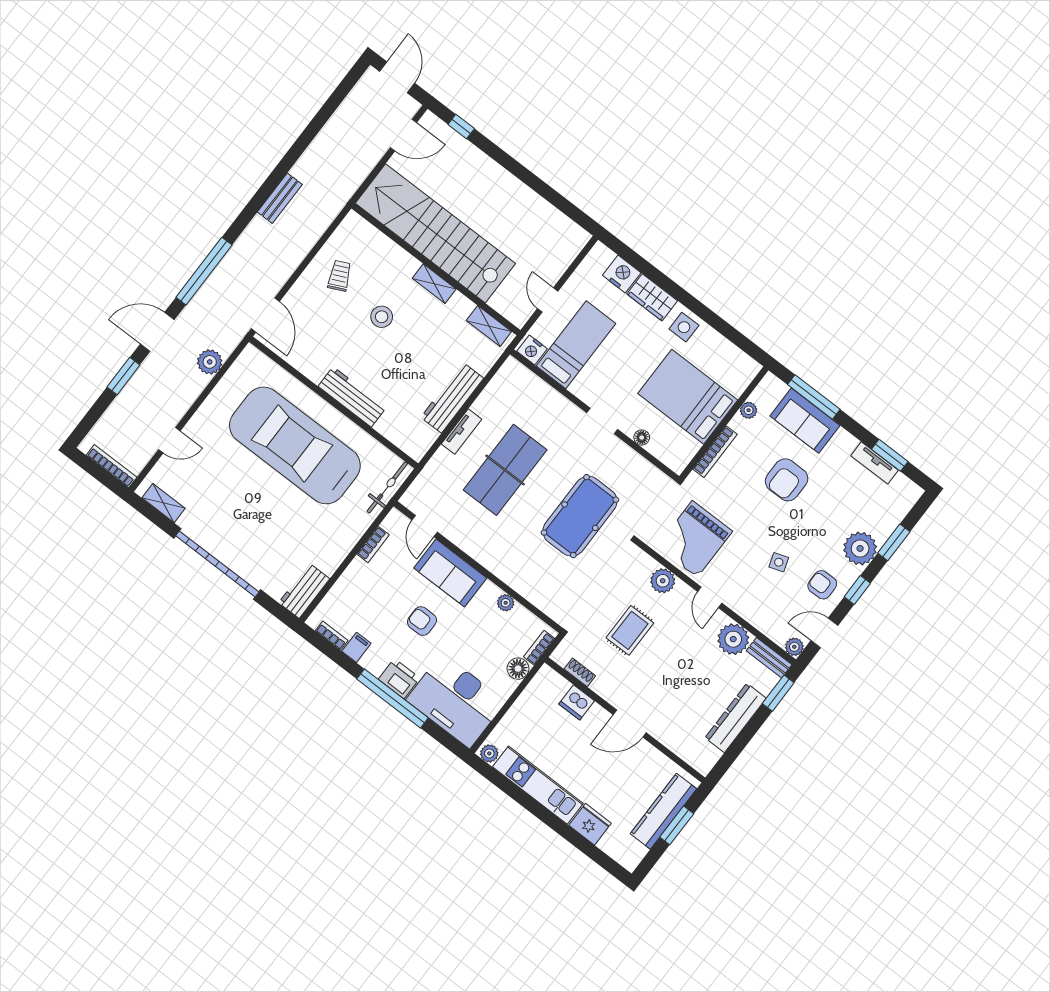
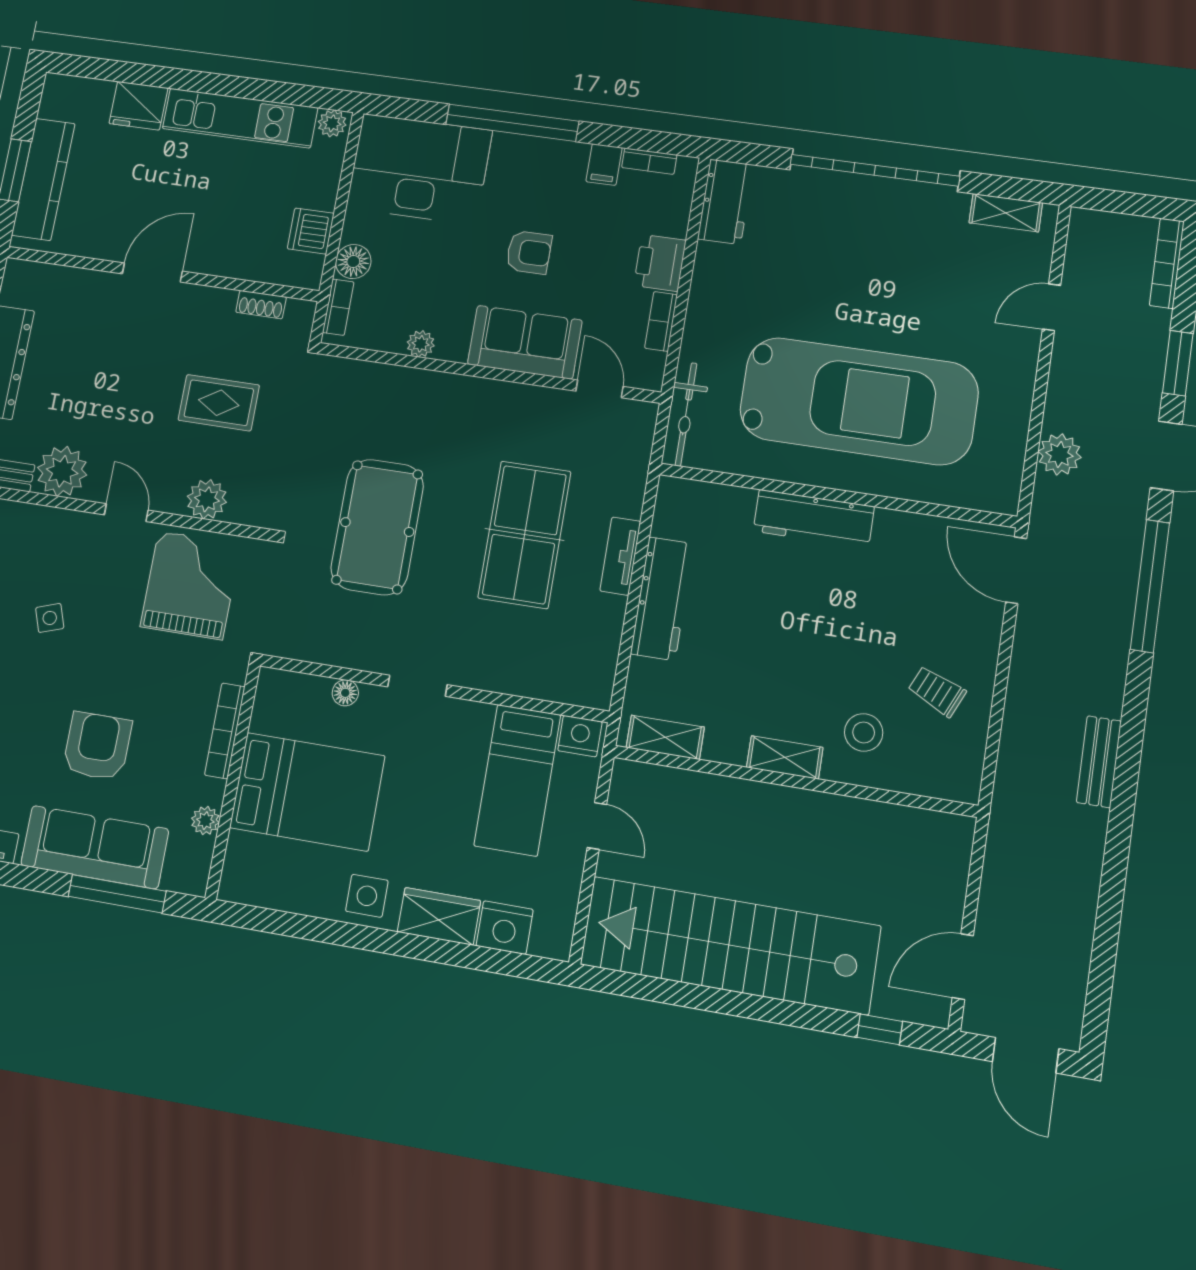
stairs: (435, 233) -> (730, 945), moved, turned 180
trolley: (340, 276) -> (937, 691), turned 139
stool: (382, 317) -> (864, 732), moved
sofa: (805, 421) -> (95, 847), width x1.36
bookcase: (112, 466) -> (1167, 263), moved, turned 90
rug: (630, 630) -> (219, 403), turned 90
printer: (399, 679) -> (660, 263), moved, turned 90
dishwasher: (577, 702) -> (311, 231), moved, turned -90

